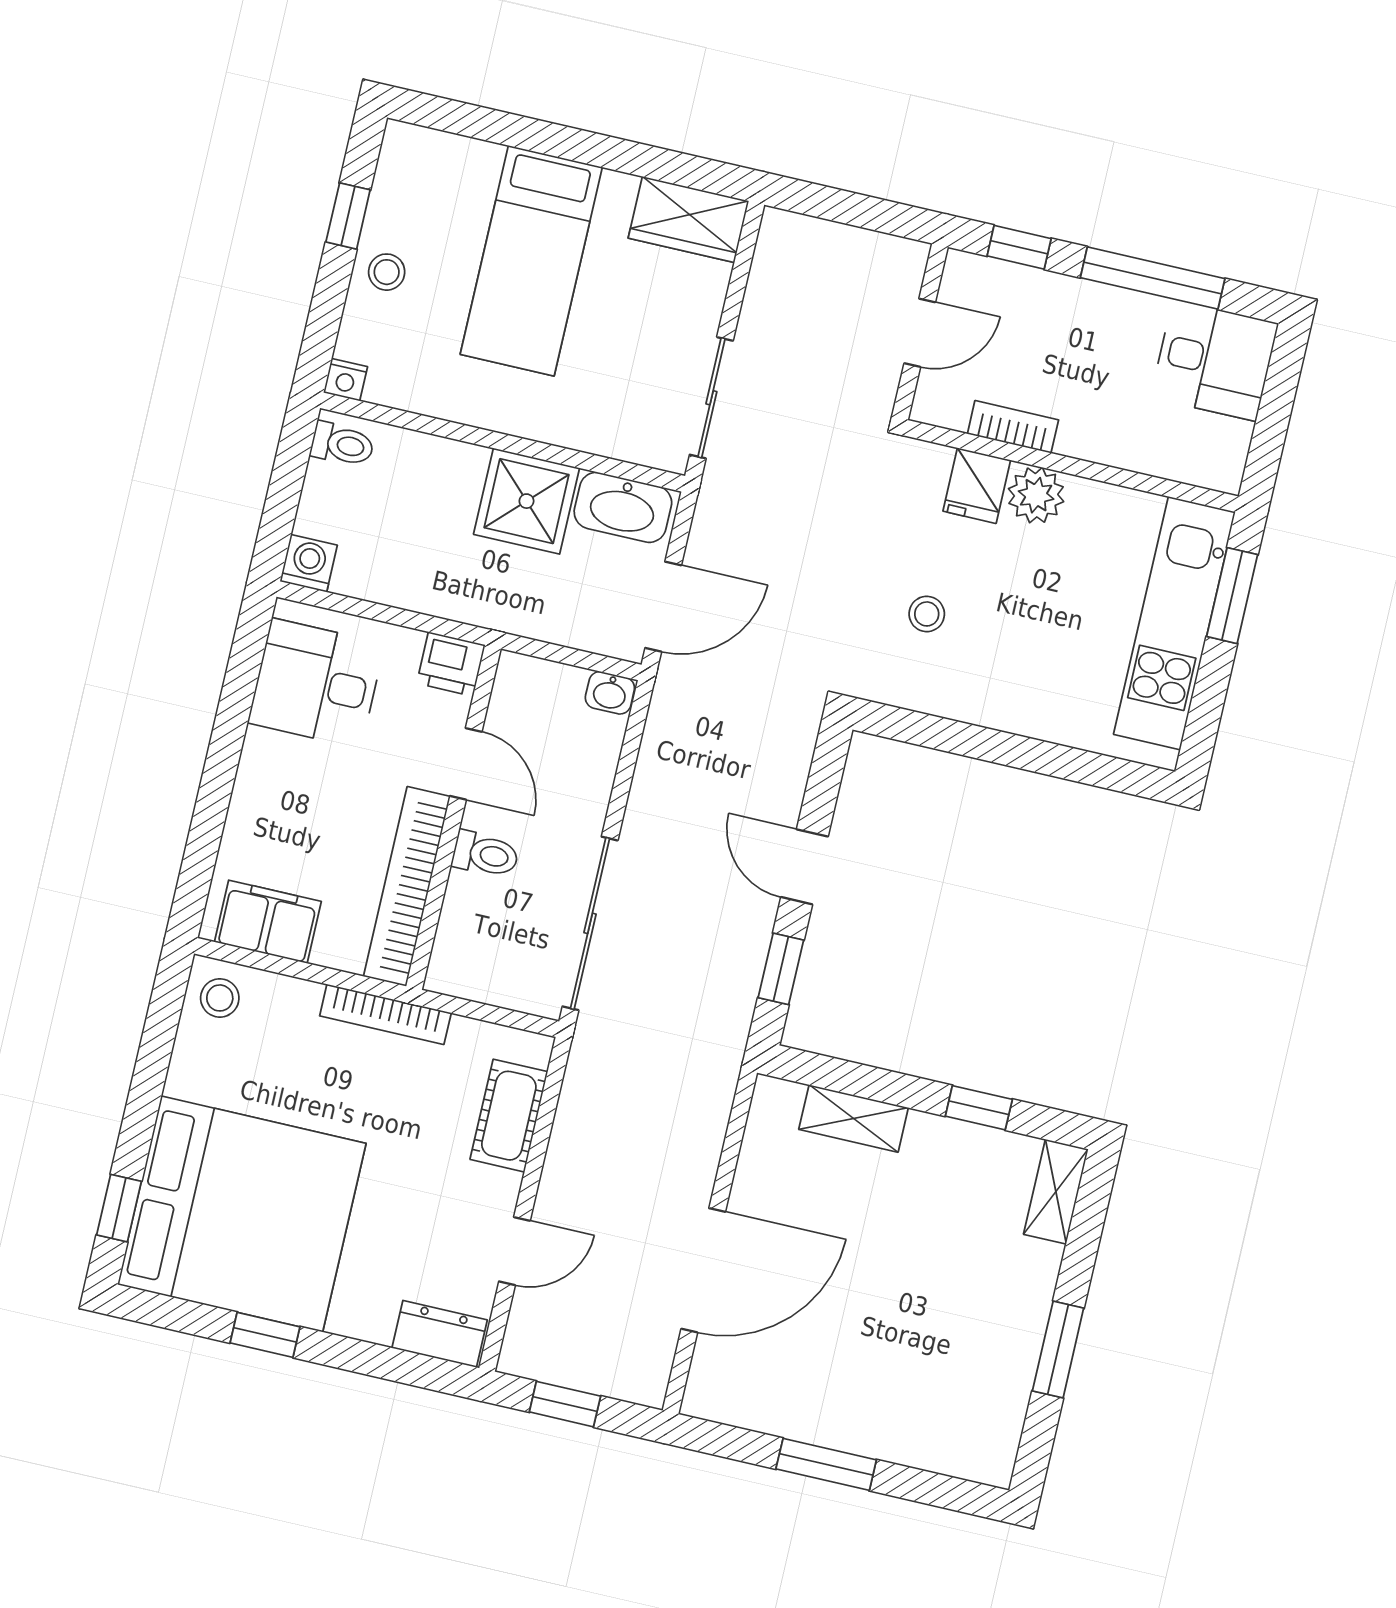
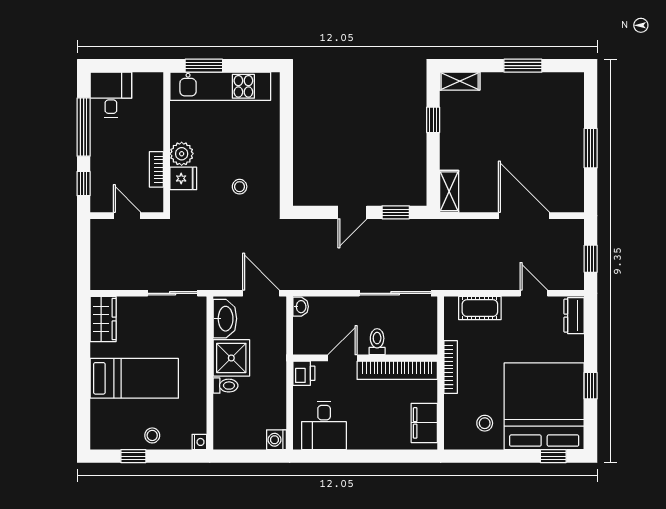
toilet: (342, 444) -> (225, 386), moved, turned 90
stool: (220, 998) -> (485, 423), moved
shelving: (854, 1118) -> (449, 191), moved

